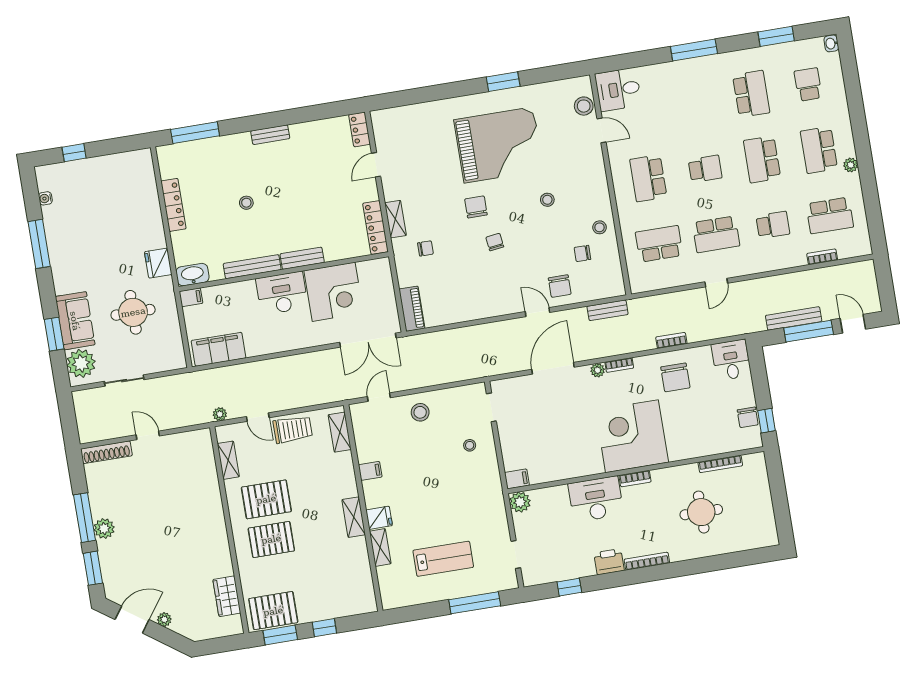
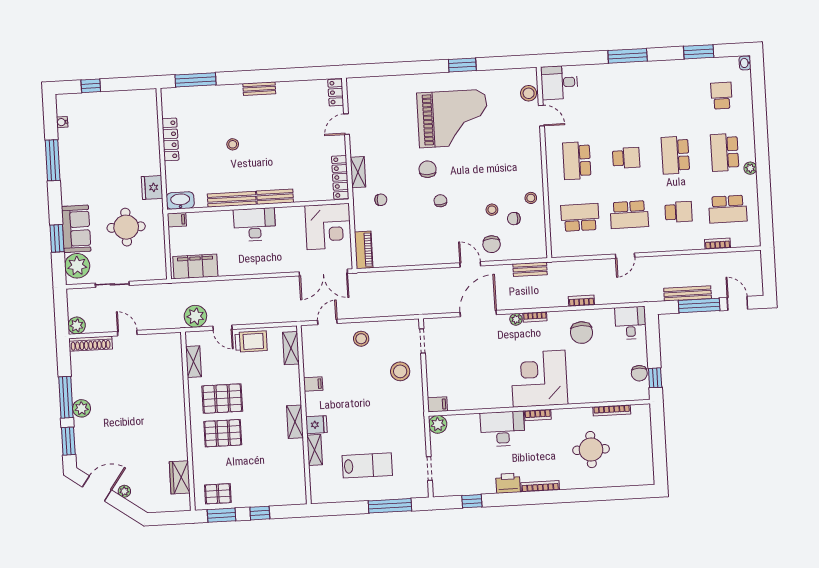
school desk: (751, 94) -> (672, 98), removed
stool: (547, 200) -> (492, 210), moved
corner desk: (334, 292) -> (328, 227), moved
plant: (220, 414) -> (195, 316), width x1.88, depth x1.88
plant: (88, 433) -> (77, 325), added
stool: (470, 445) -> (400, 371), width x1.89, depth x1.89
pallet: (273, 611) -> (218, 494), width x0.67, depth x0.71

